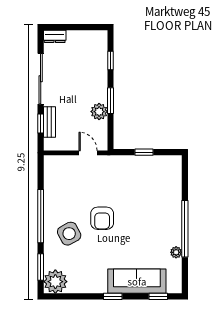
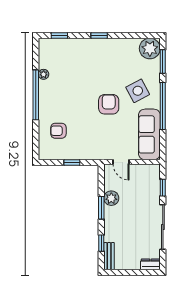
bench: (49, 122) -> (109, 256), moved
armchair: (159, 188) -> (58, 131), added
sofa: (137, 281) -> (149, 134), moved, turned 90

